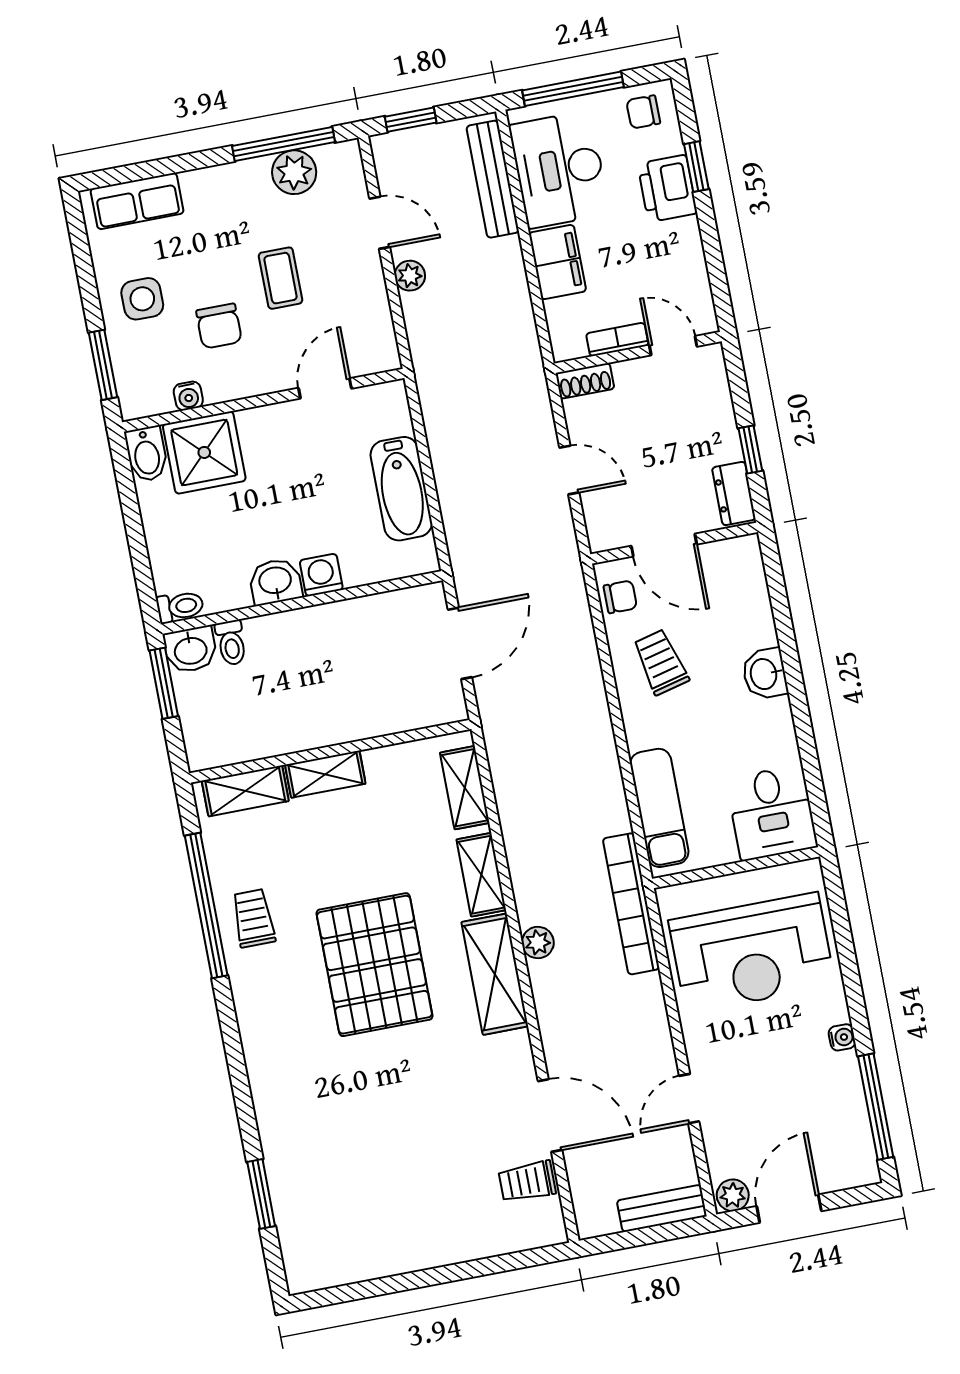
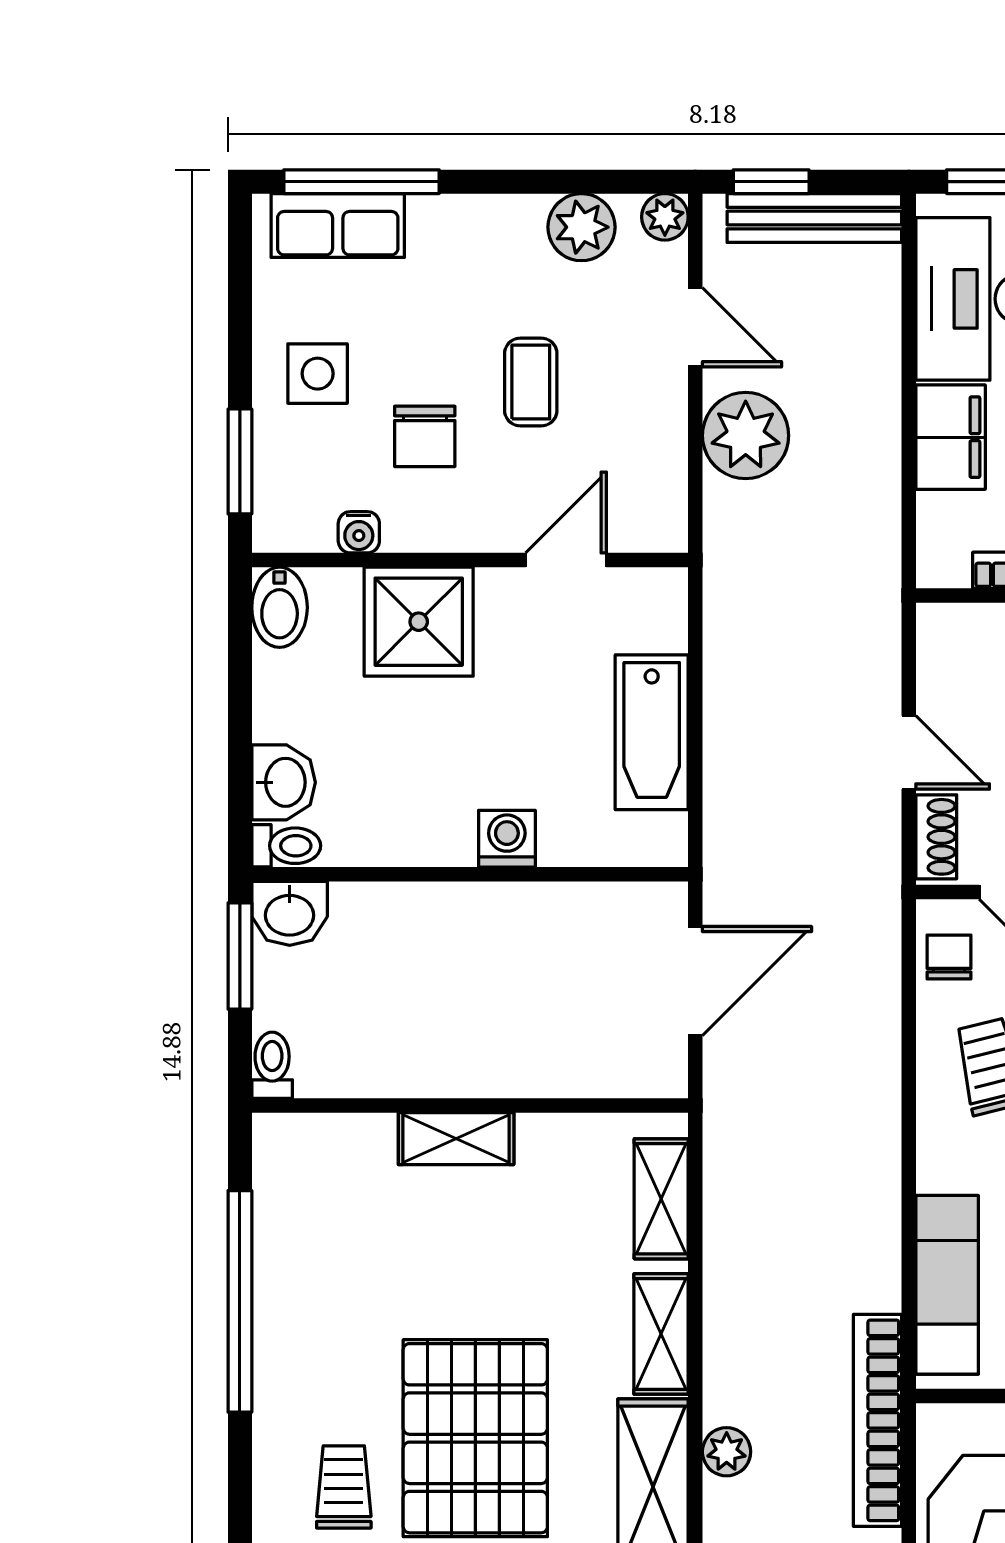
window: (284, 144) -> (362, 182), moved
plant: (347, 155) -> (665, 217), added
bench: (493, 179) -> (814, 218), moved, turned 90
plant: (410, 276) -> (746, 436), width x1.87, depth x1.87
shoe rack: (585, 381) -> (936, 837), moved, turned -90
shower: (204, 452) -> (419, 622), moved
washbasin: (275, 581) -> (284, 782), moved, turned 90
chair: (620, 597) -> (949, 957), turned -90
toilet: (231, 643) -> (272, 1065), moved, turned 180
shelving: (245, 791) -> (331, 1141), removed
trolley: (253, 918) -> (344, 1487), moved

